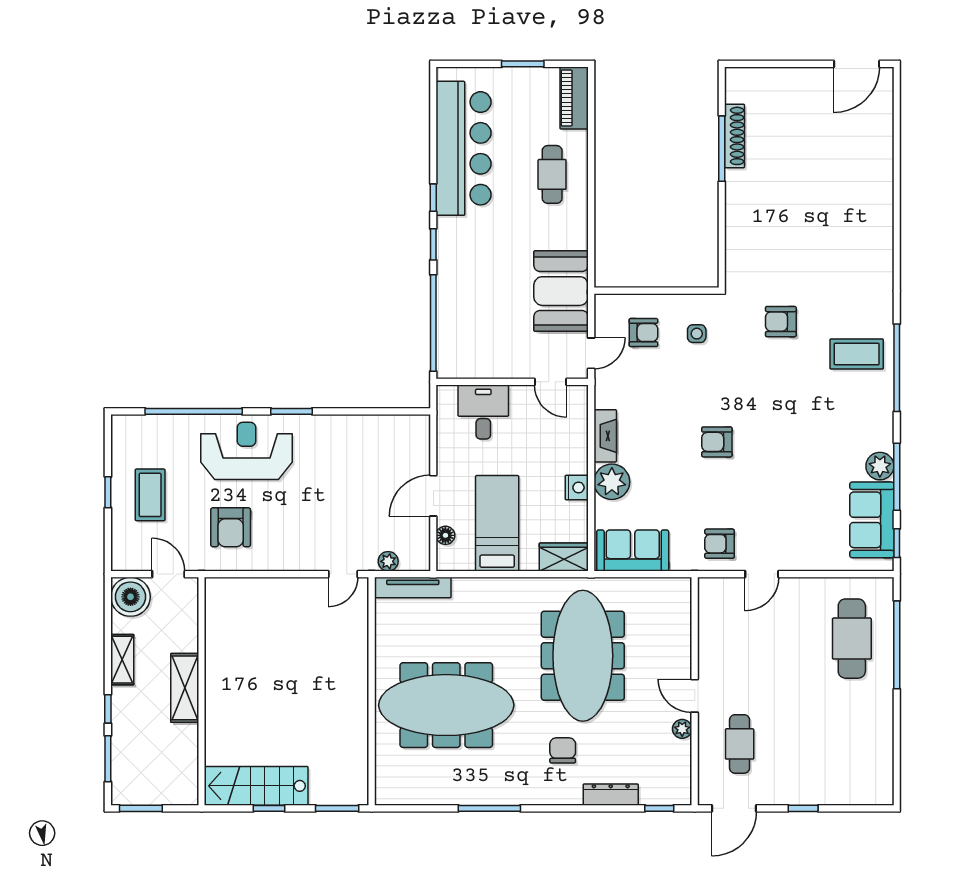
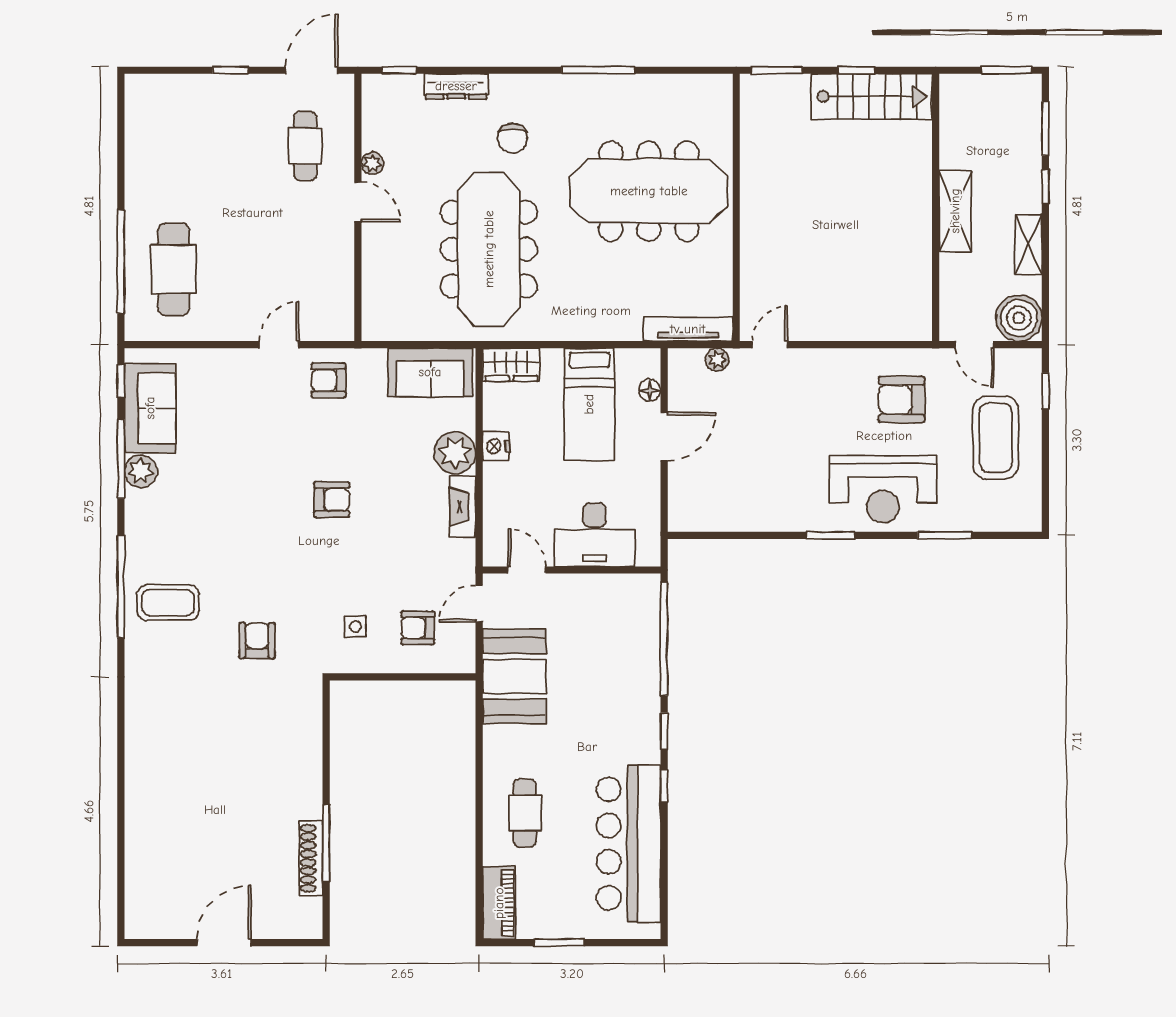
door: (857, 64) -> (224, 943), moved
armchair: (781, 322) -> (257, 641), turned -90
window: (194, 411) -> (945, 535), width x0.47
desk: (483, 412) -> (594, 535), width x1.37
window: (108, 492) -> (1045, 391), moved
coffee table: (150, 495) -> (996, 438), width x1.36, depth x1.32
armchair: (231, 527) -> (902, 400), turned -90
armchair: (720, 544) -> (329, 380), turned 180

